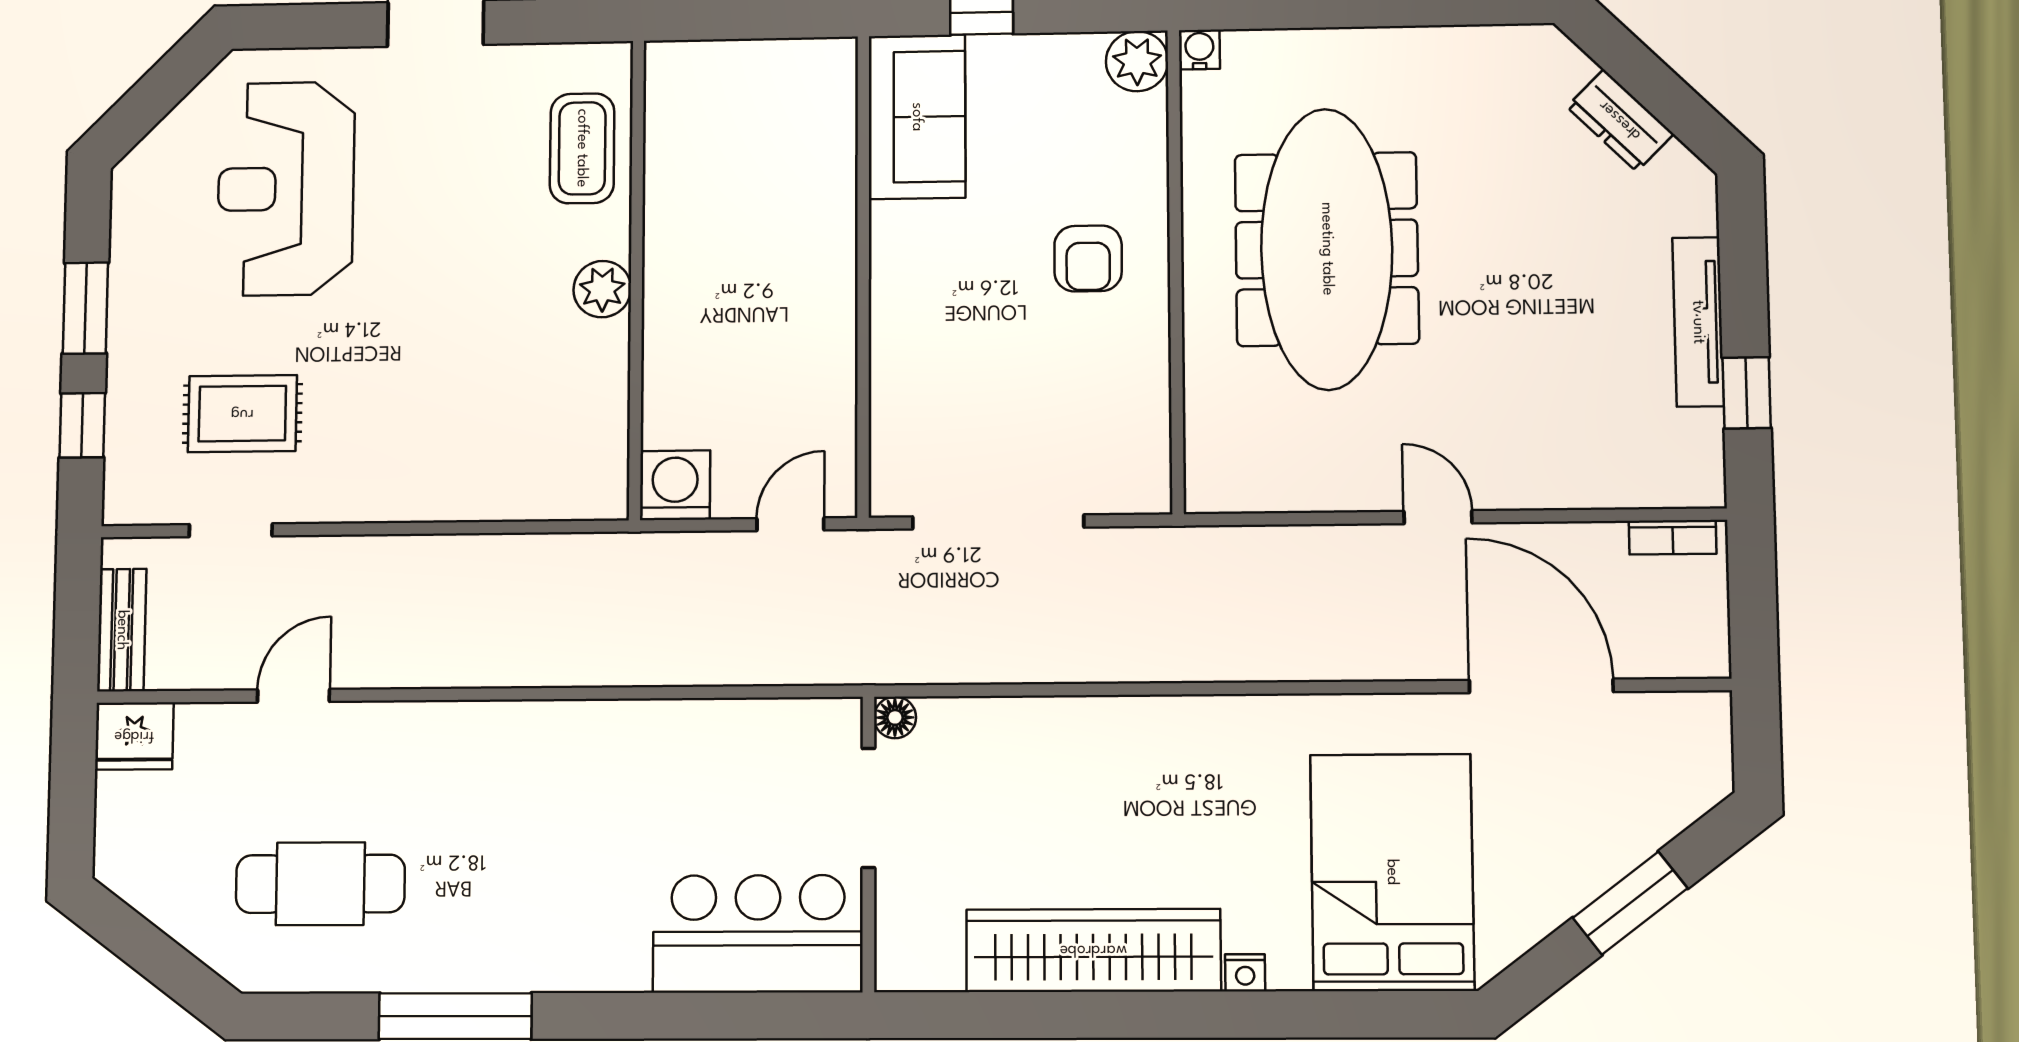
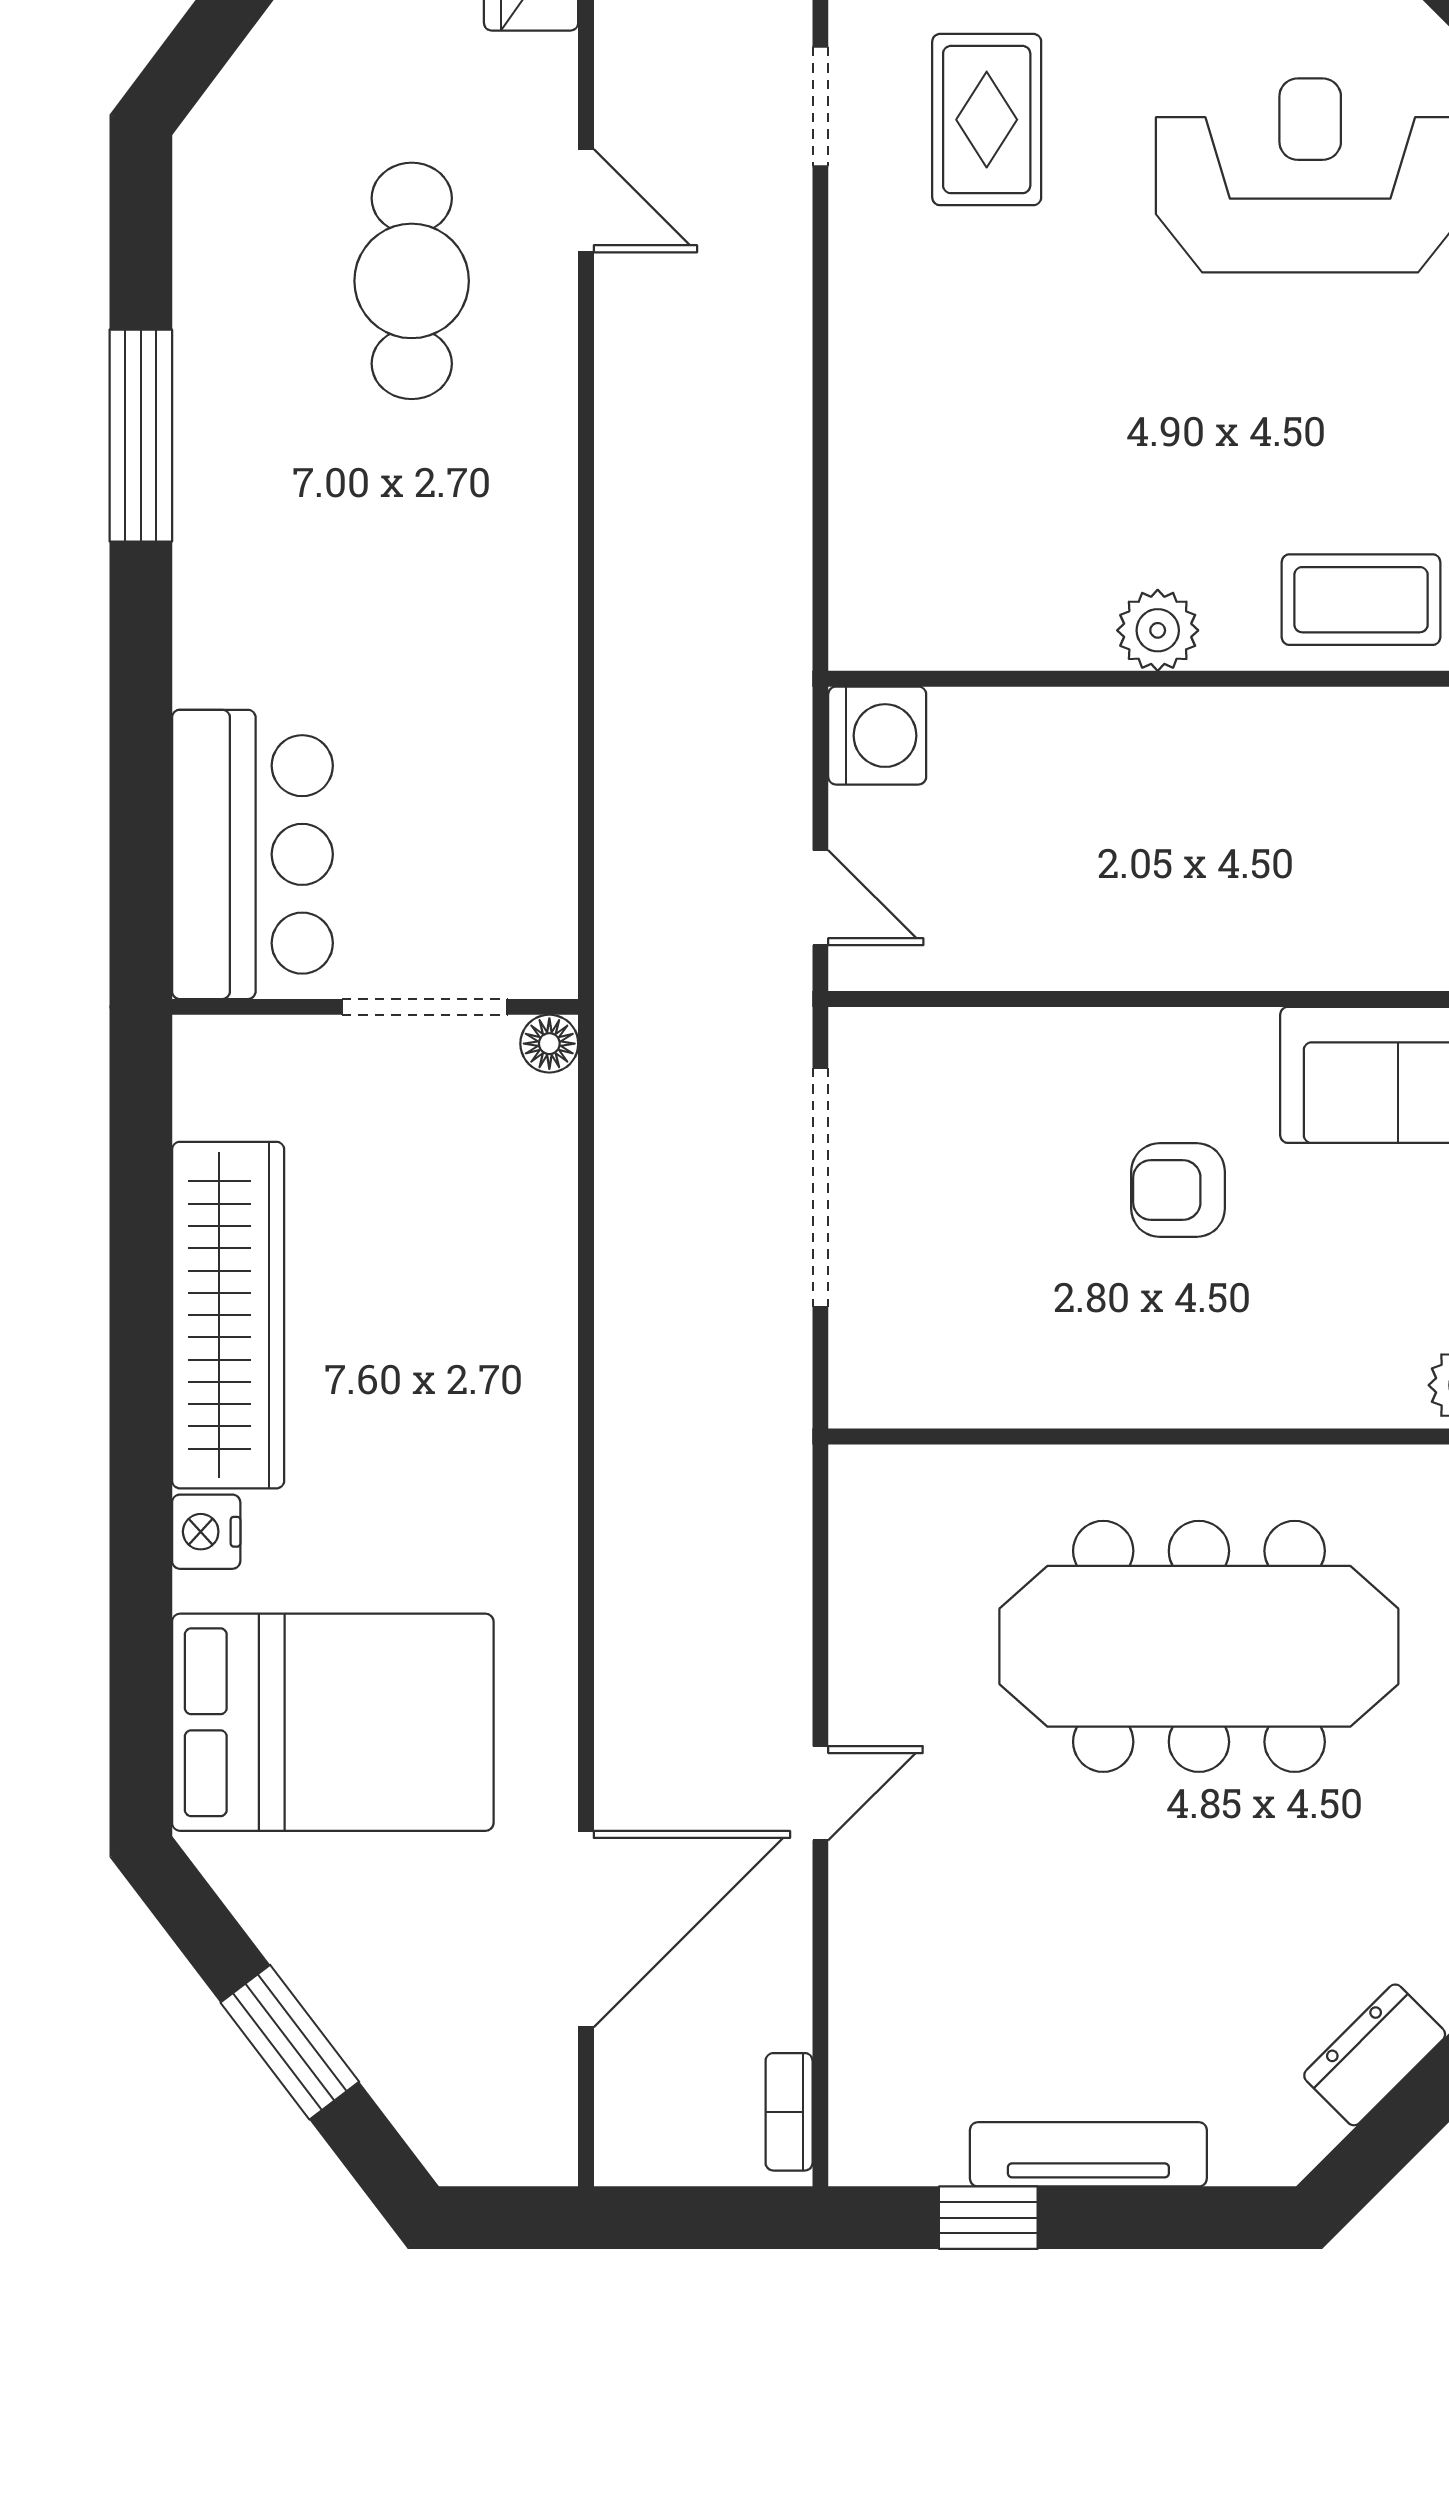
armchair: (1088, 258) -> (1178, 1190), moved
cafe table: (320, 884) -> (412, 281), moved
nightstand: (1245, 973) -> (206, 1532), width x1.39, depth x1.35

